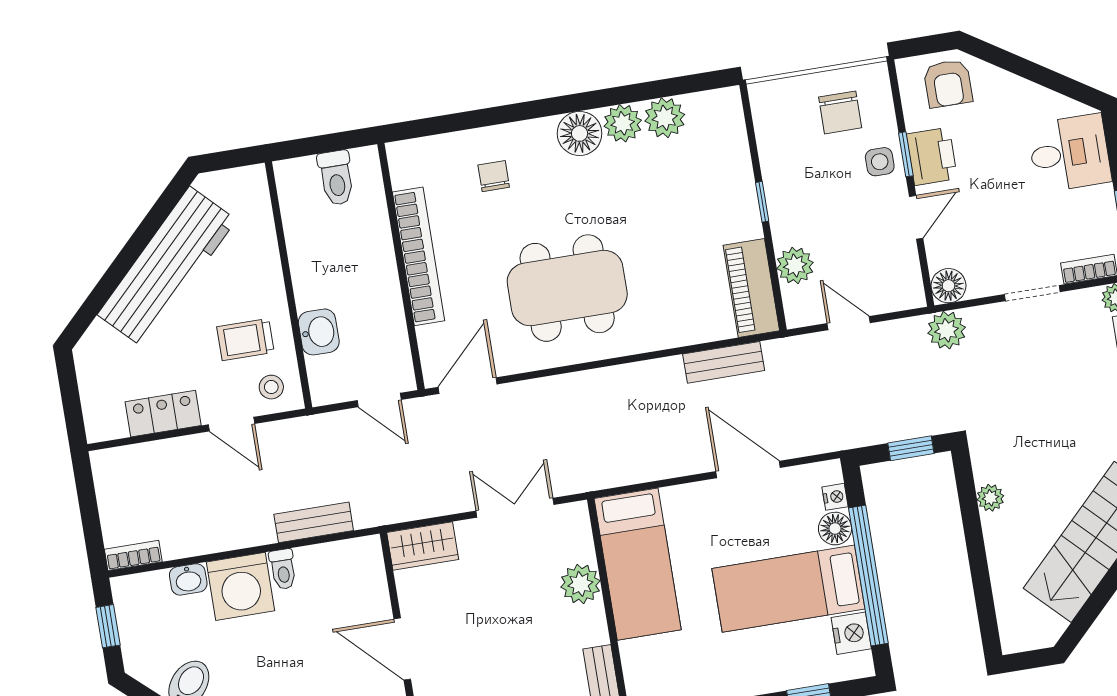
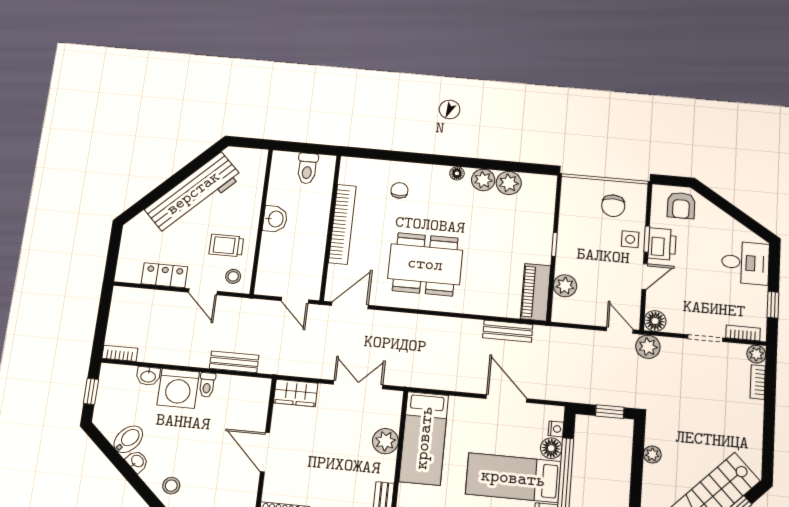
floor lamp: (580, 133) -> (457, 173), width x0.53, depth x0.53
door: (849, 323) -> (620, 330), moved
washbasin: (319, 332) -> (275, 219), moved

